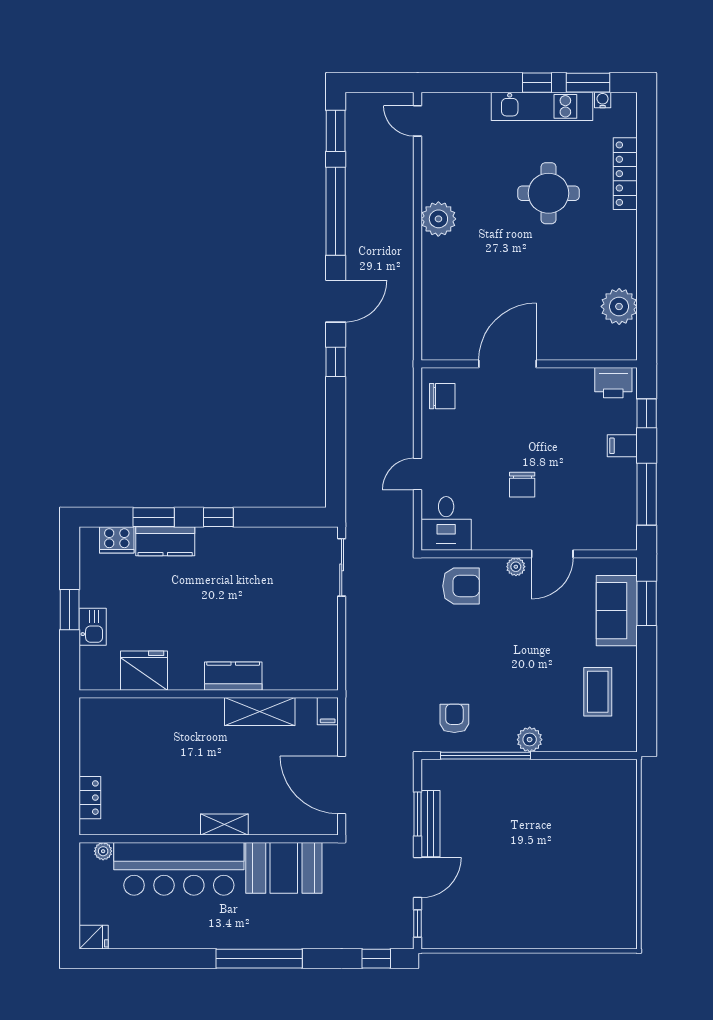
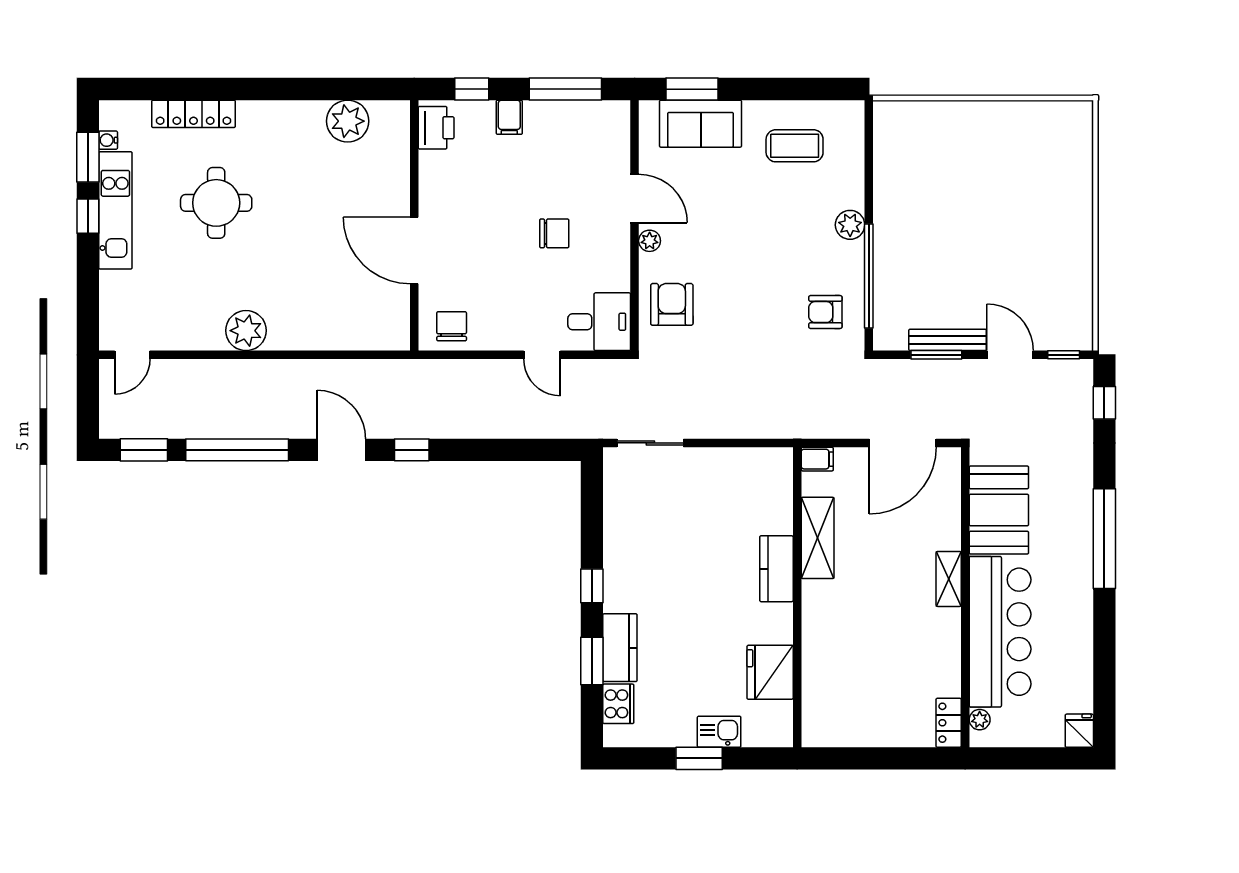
locker: (90, 798) -> (949, 723), moved, turned -90

